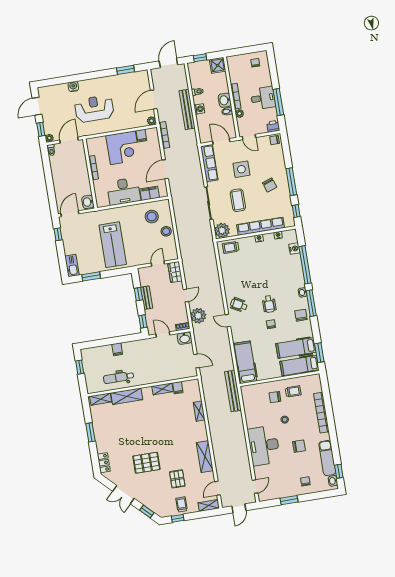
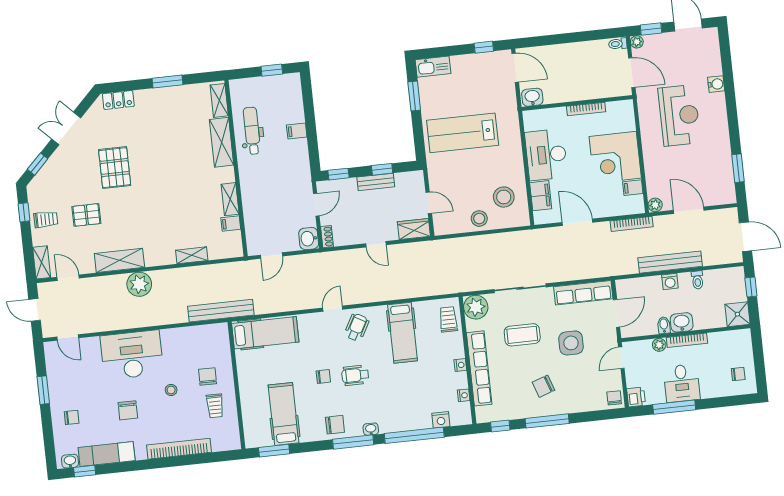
plant: (198, 316) -> (139, 284), moved
hospital bed: (299, 366) -> (403, 333), moved, turned 180

